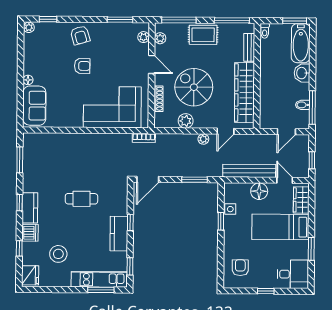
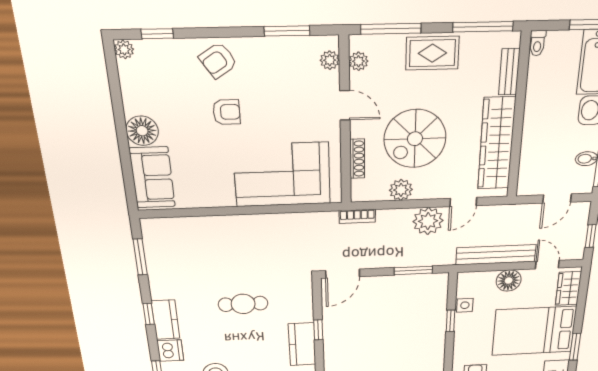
armchair: (80, 35) -> (218, 60), turned 73
floor lamp: (28, 80) -> (142, 131), width x1.89, depth x1.89
spiral stairs: (194, 87) -> (415, 139), turned -90
bookcase: (144, 138) -> (357, 216), moved
plant: (203, 139) -> (428, 221), width x1.88, depth x1.88
bed: (280, 227) -> (534, 331), width x1.50

